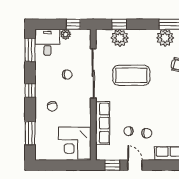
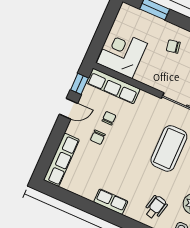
row of seats: (103, 123) -> (113, 86), moved

